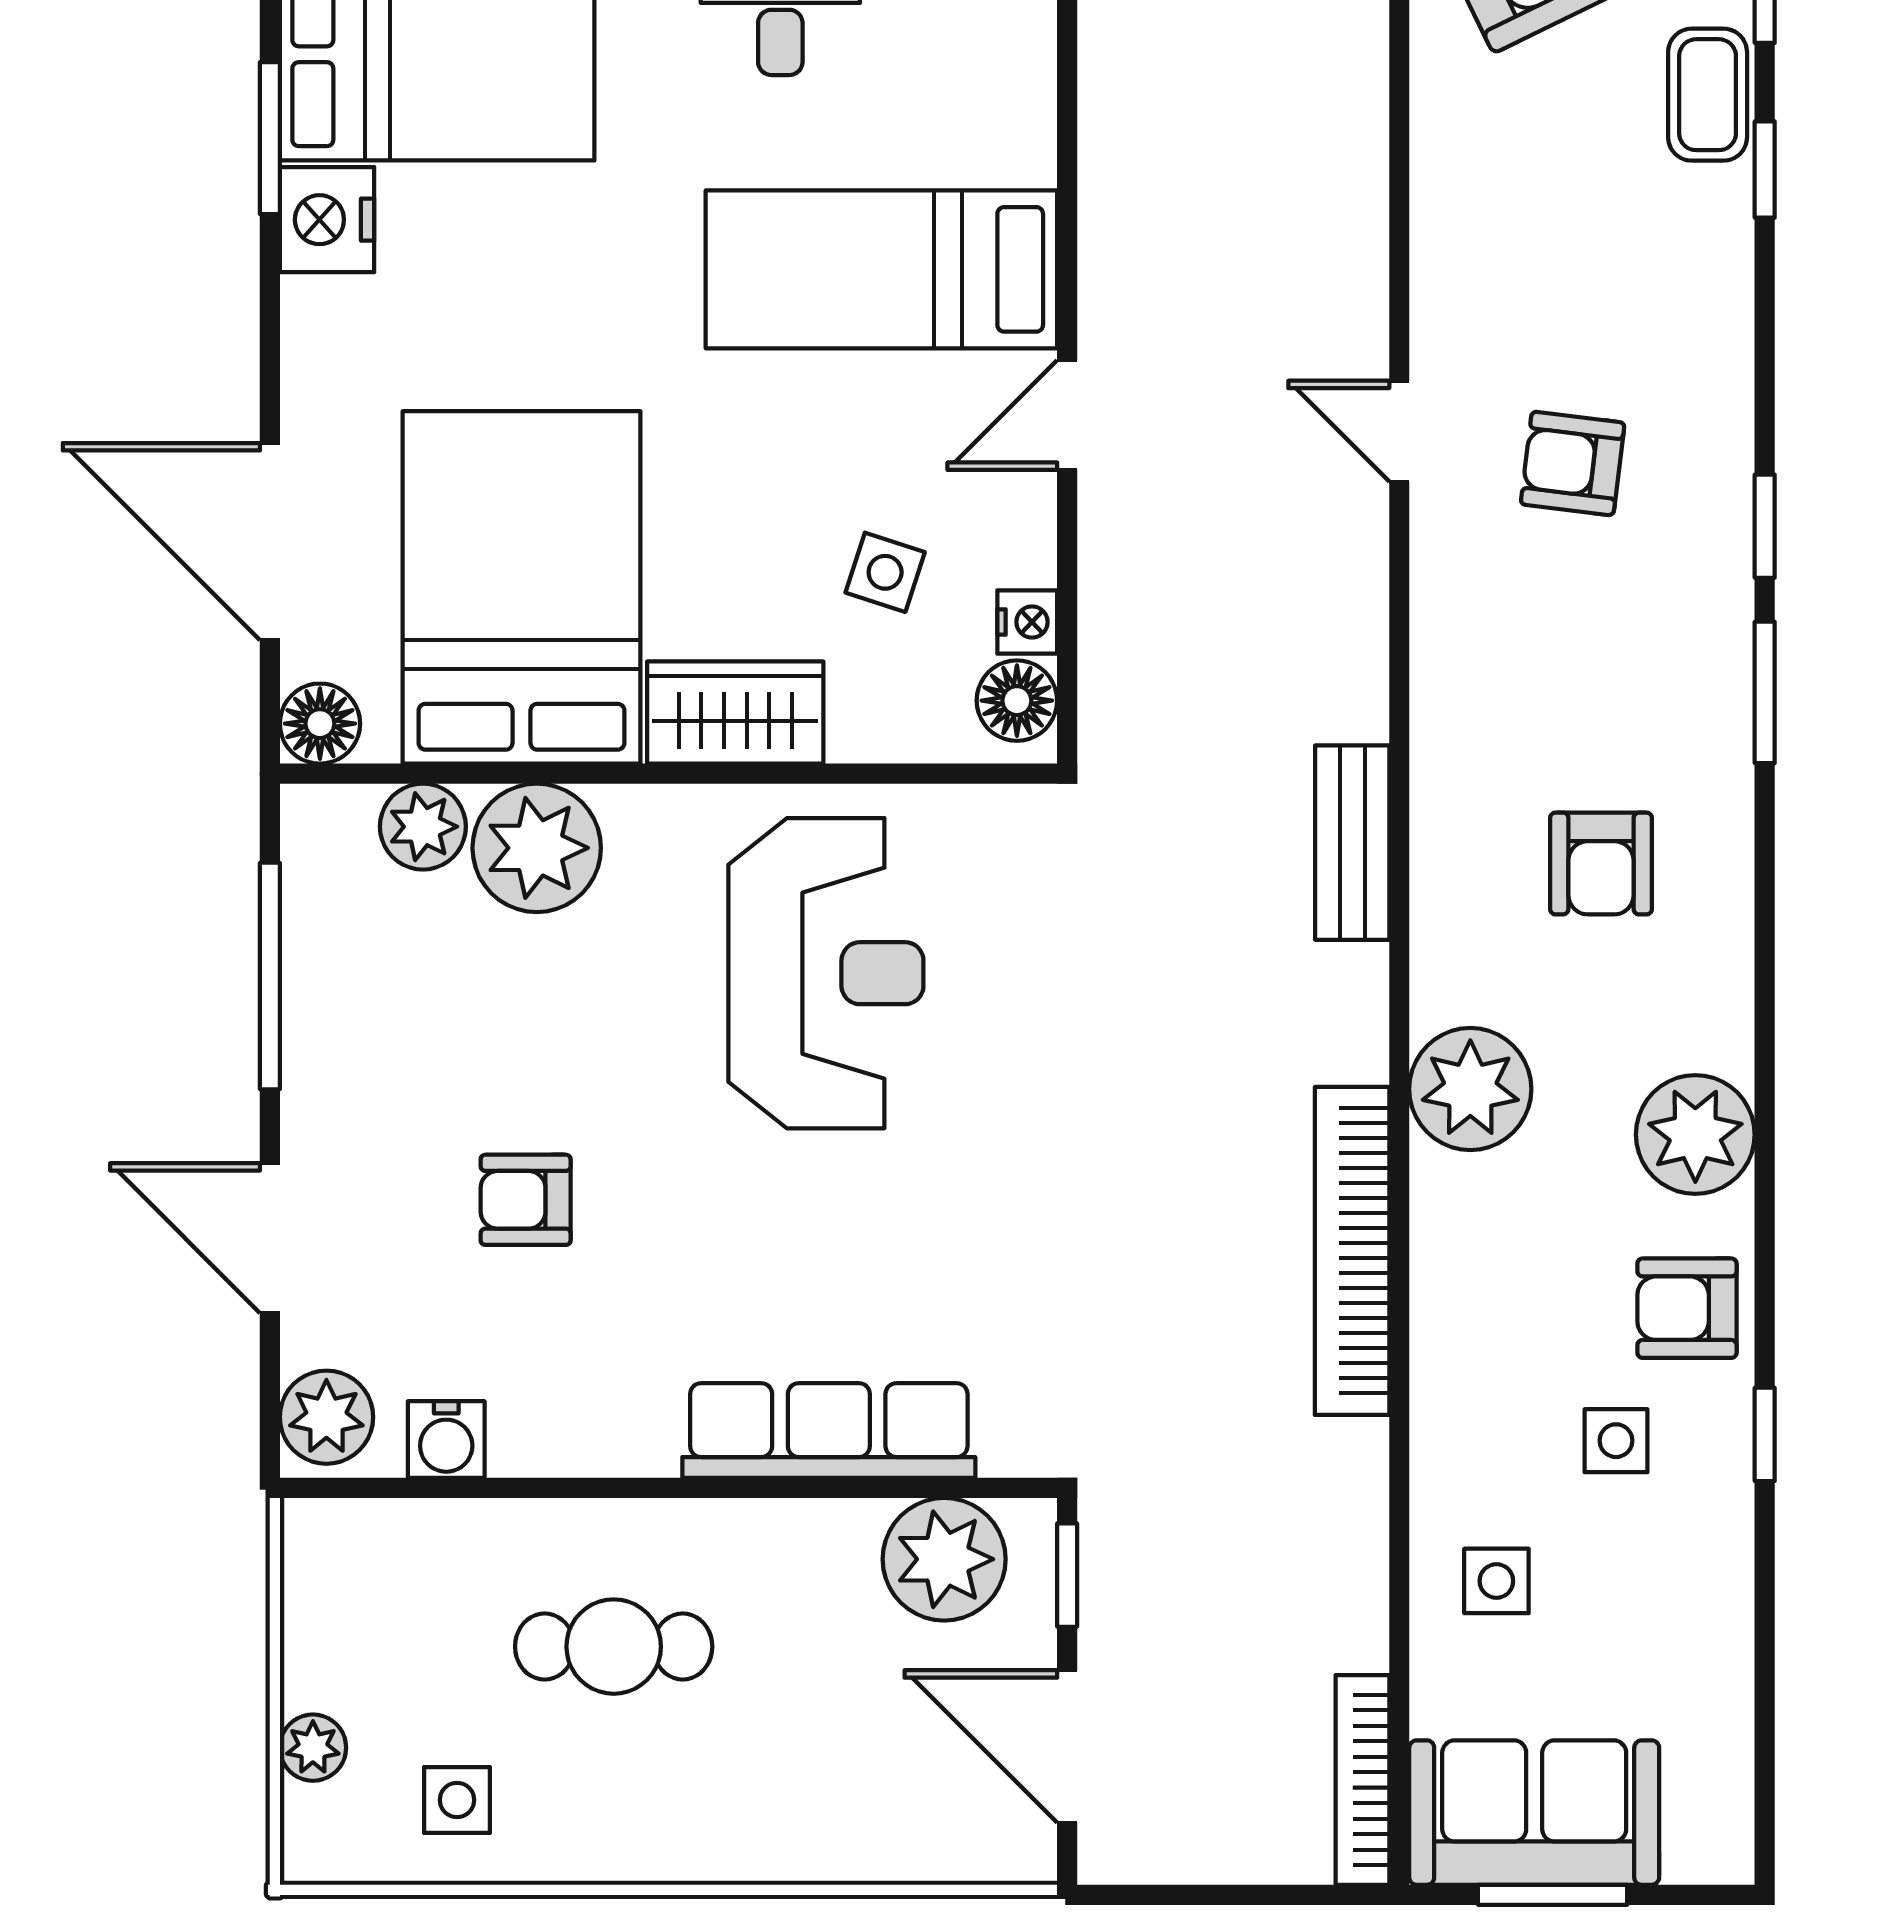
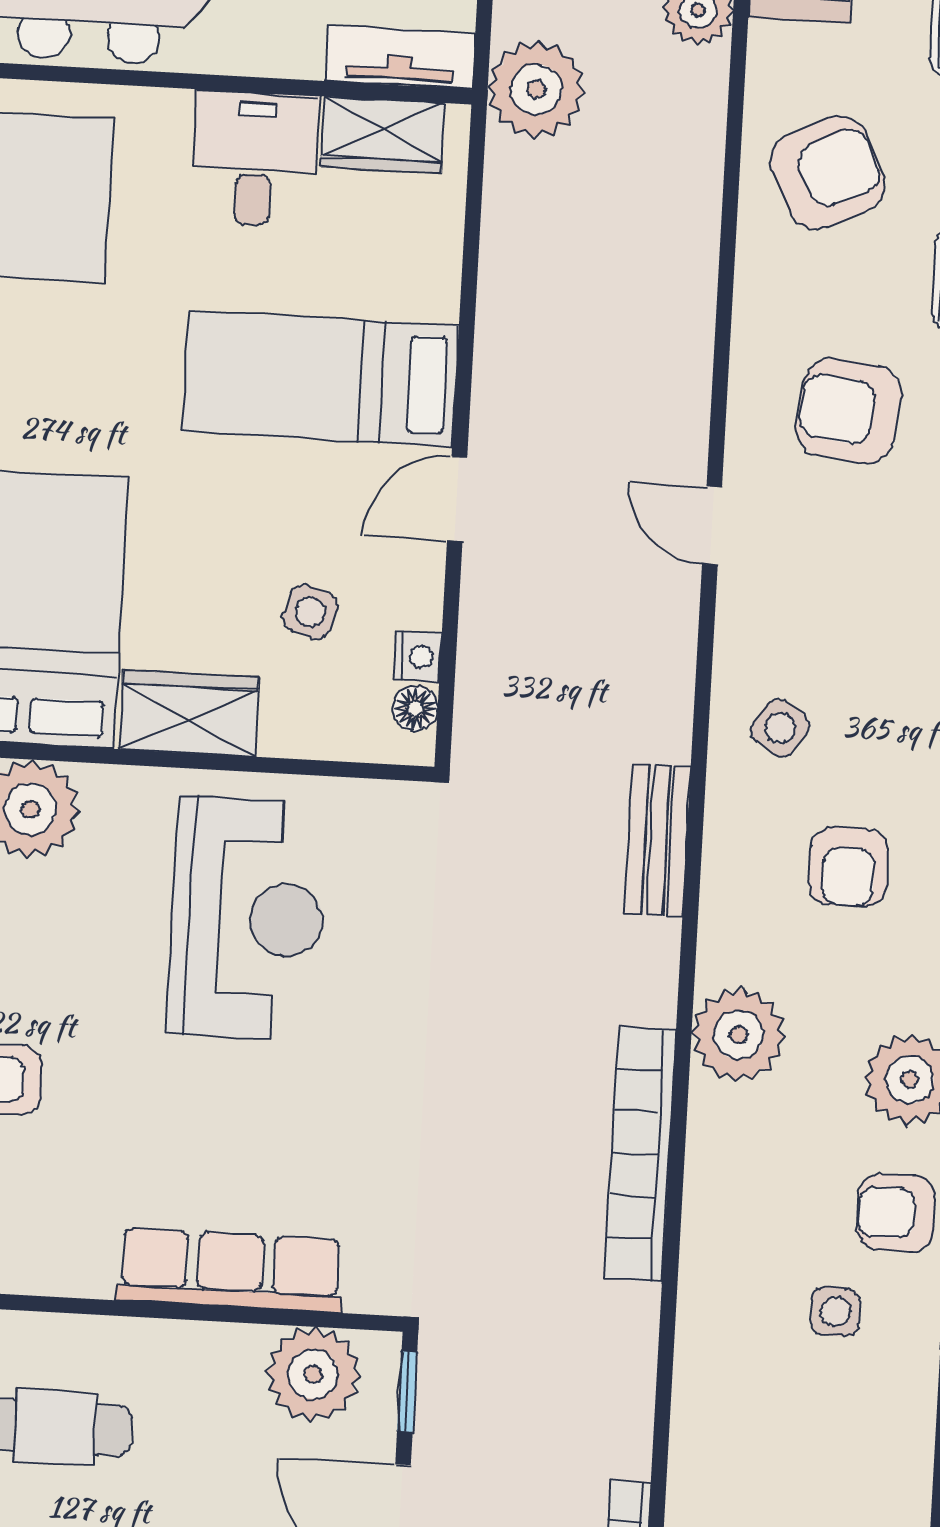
armchair: (1573, 463) -> (849, 411), moved, width x1.38, depth x1.38
floor lamp: (1017, 701) -> (415, 708), width x0.73, depth x0.73
side table: (1496, 1581) -> (780, 728), moved, turned 33

